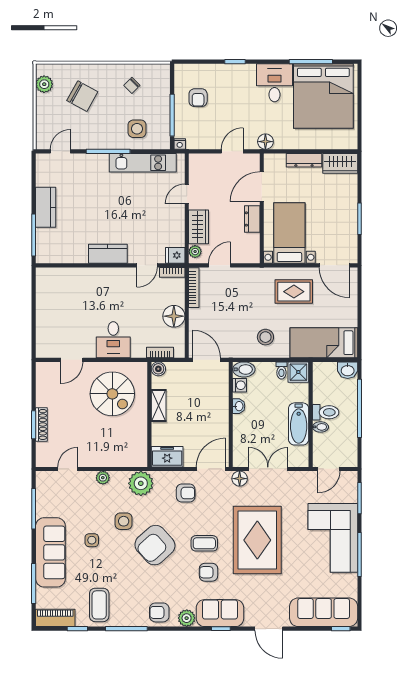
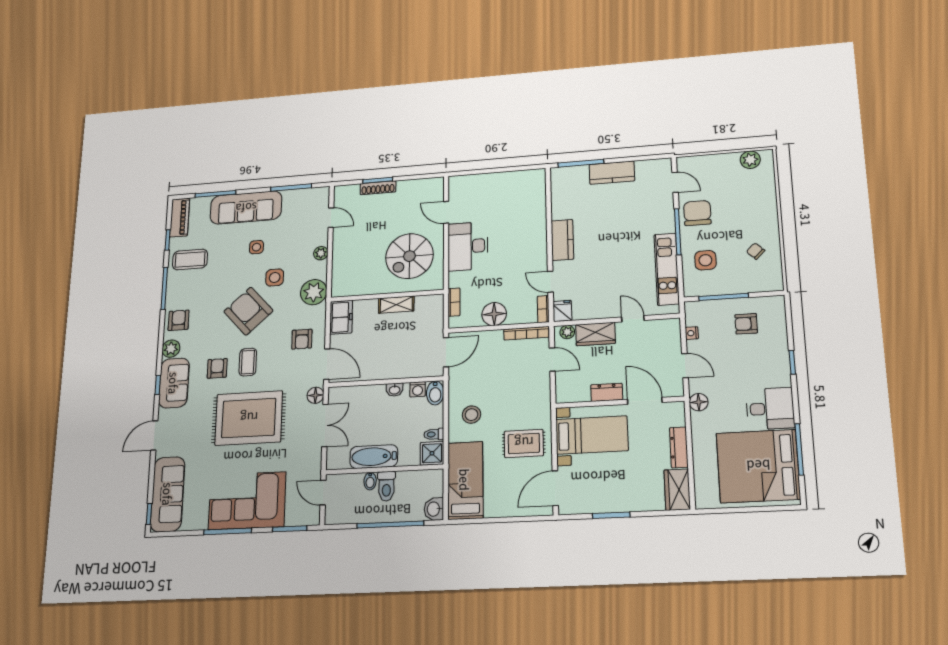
chair: (82, 96) -> (697, 213), moved, turned 151
nightstand: (180, 144) -> (692, 333), moved
rug: (294, 292) -> (524, 443), turned 90
desk: (113, 340) -> (468, 246), width x1.37
boiler: (158, 369) -> (436, 302), removed

